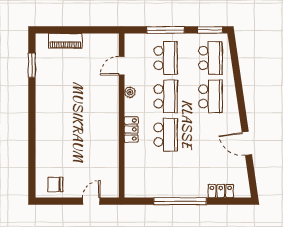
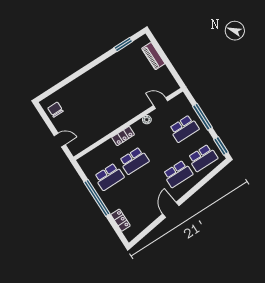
school desk: (166, 96) -> (109, 177), moved
door: (247, 143) -> (171, 210), moved

